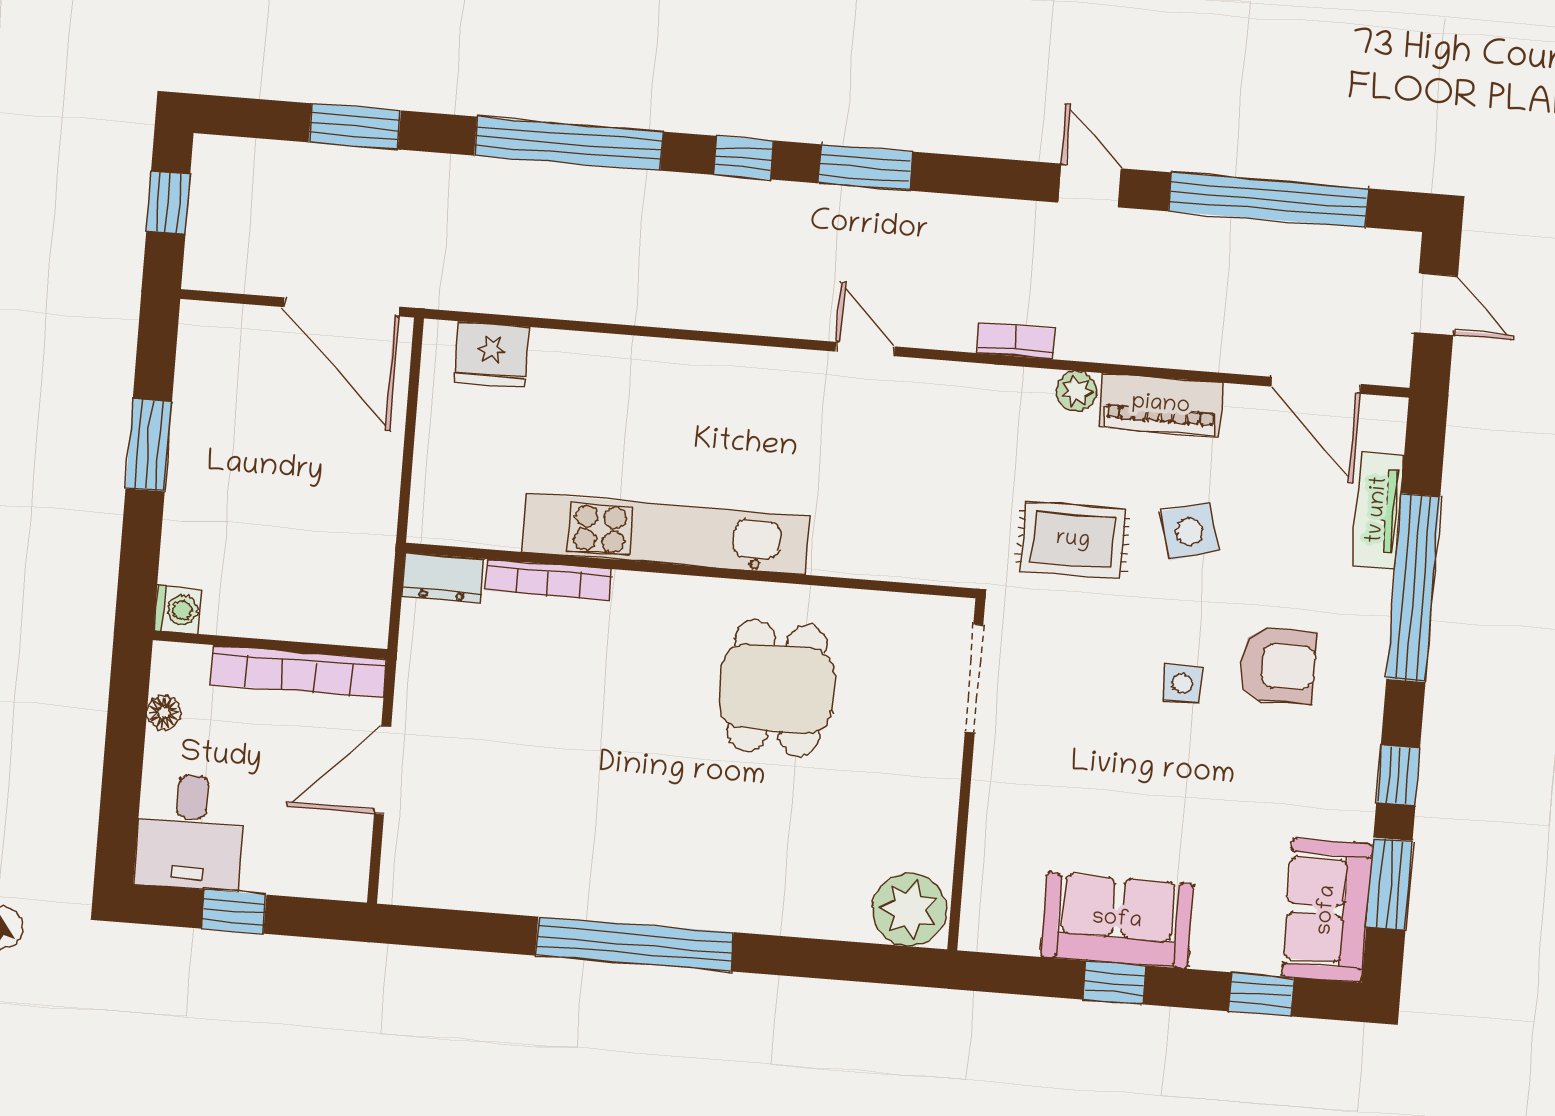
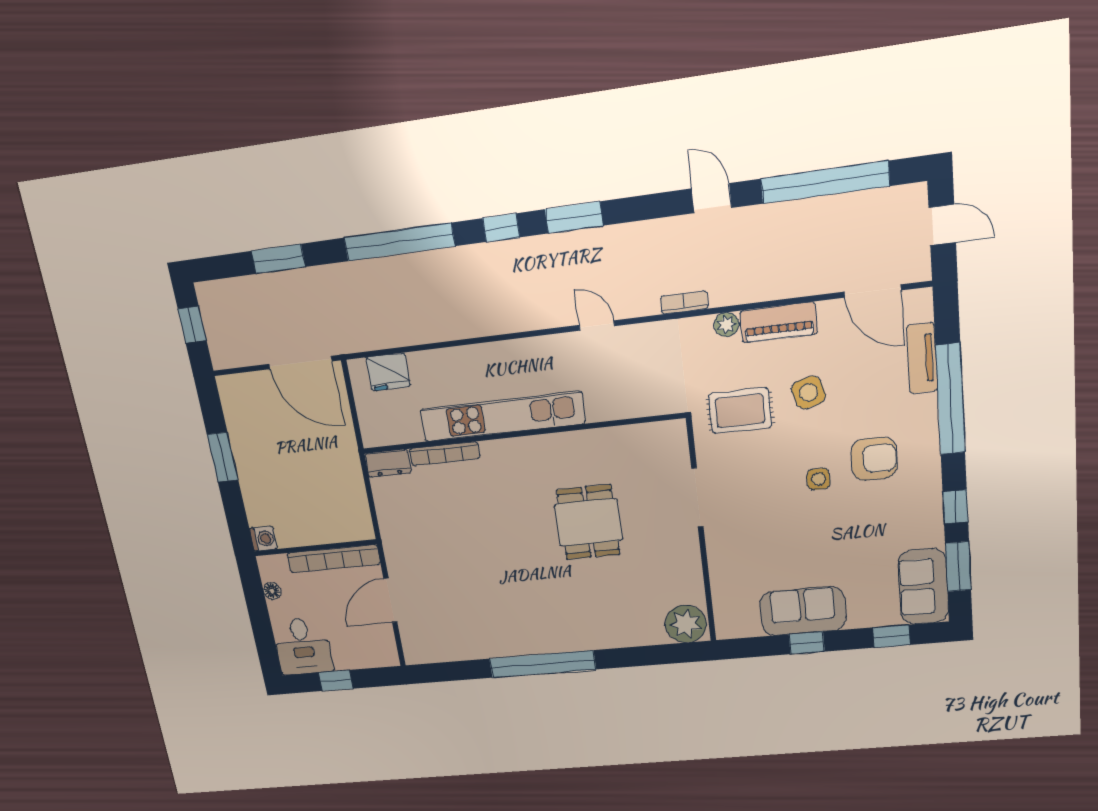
kitchen unit: (665, 534) -> (502, 416), moved
wall: (691, 571) -> (521, 434), moved
dresser: (443, 578) -> (388, 463), moved
bookcase: (548, 580) -> (445, 454), moved

